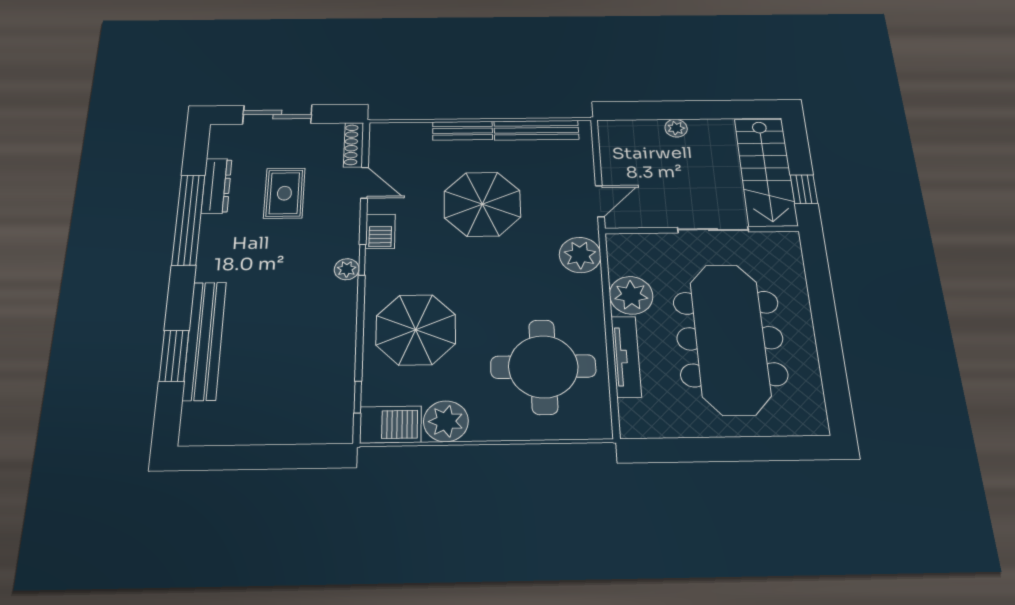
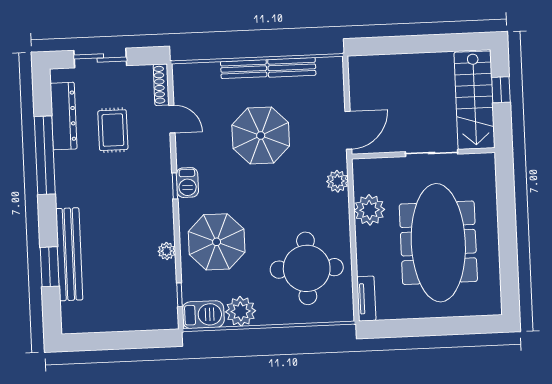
plant: (676, 128) -> (408, 62), removed
bench: (536, 130) -> (292, 67), width x0.73
dresser: (216, 186) -> (64, 116), width x1.37, depth x1.24
window: (804, 189) -> (501, 90), moved
door: (600, 201) -> (348, 130), width x1.38
barbecue: (380, 231) -> (187, 183), moved
plant: (580, 255) -> (337, 181), width x0.73, depth x0.73
plant: (347, 269) -> (167, 251), moved
tv unit: (626, 357) -> (366, 299), moved, width x0.71

